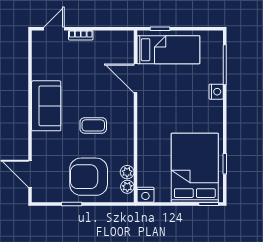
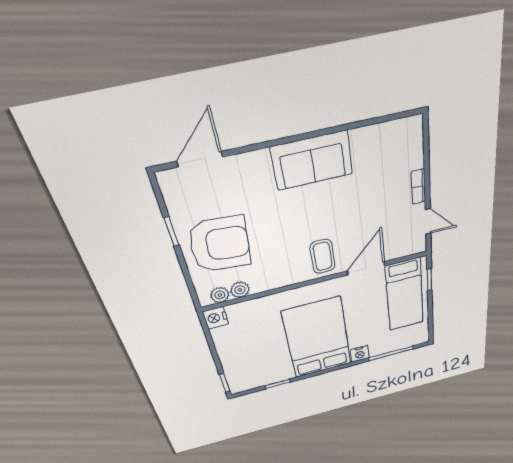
door: (54, 29) -> (428, 221), moved
coffee table: (93, 125) -> (323, 256), moved
bed: (195, 168) -> (317, 338), moved, turned -90
armchair: (89, 177) -> (220, 244), turned 95

